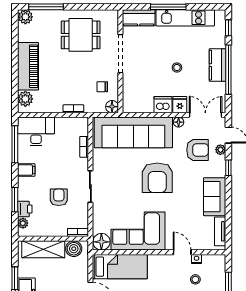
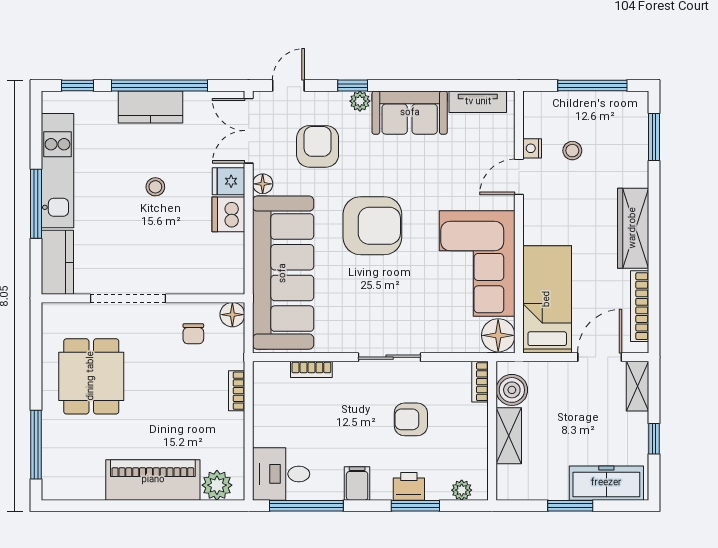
plant: (25, 17) -> (56, 485), removed
desk: (36, 131) -> (281, 474), width x0.73
plant: (220, 150) -> (360, 101), moved
printer: (25, 209) -> (409, 486), moved
shelving: (43, 249) -> (509, 436), width x0.67, depth x0.75

